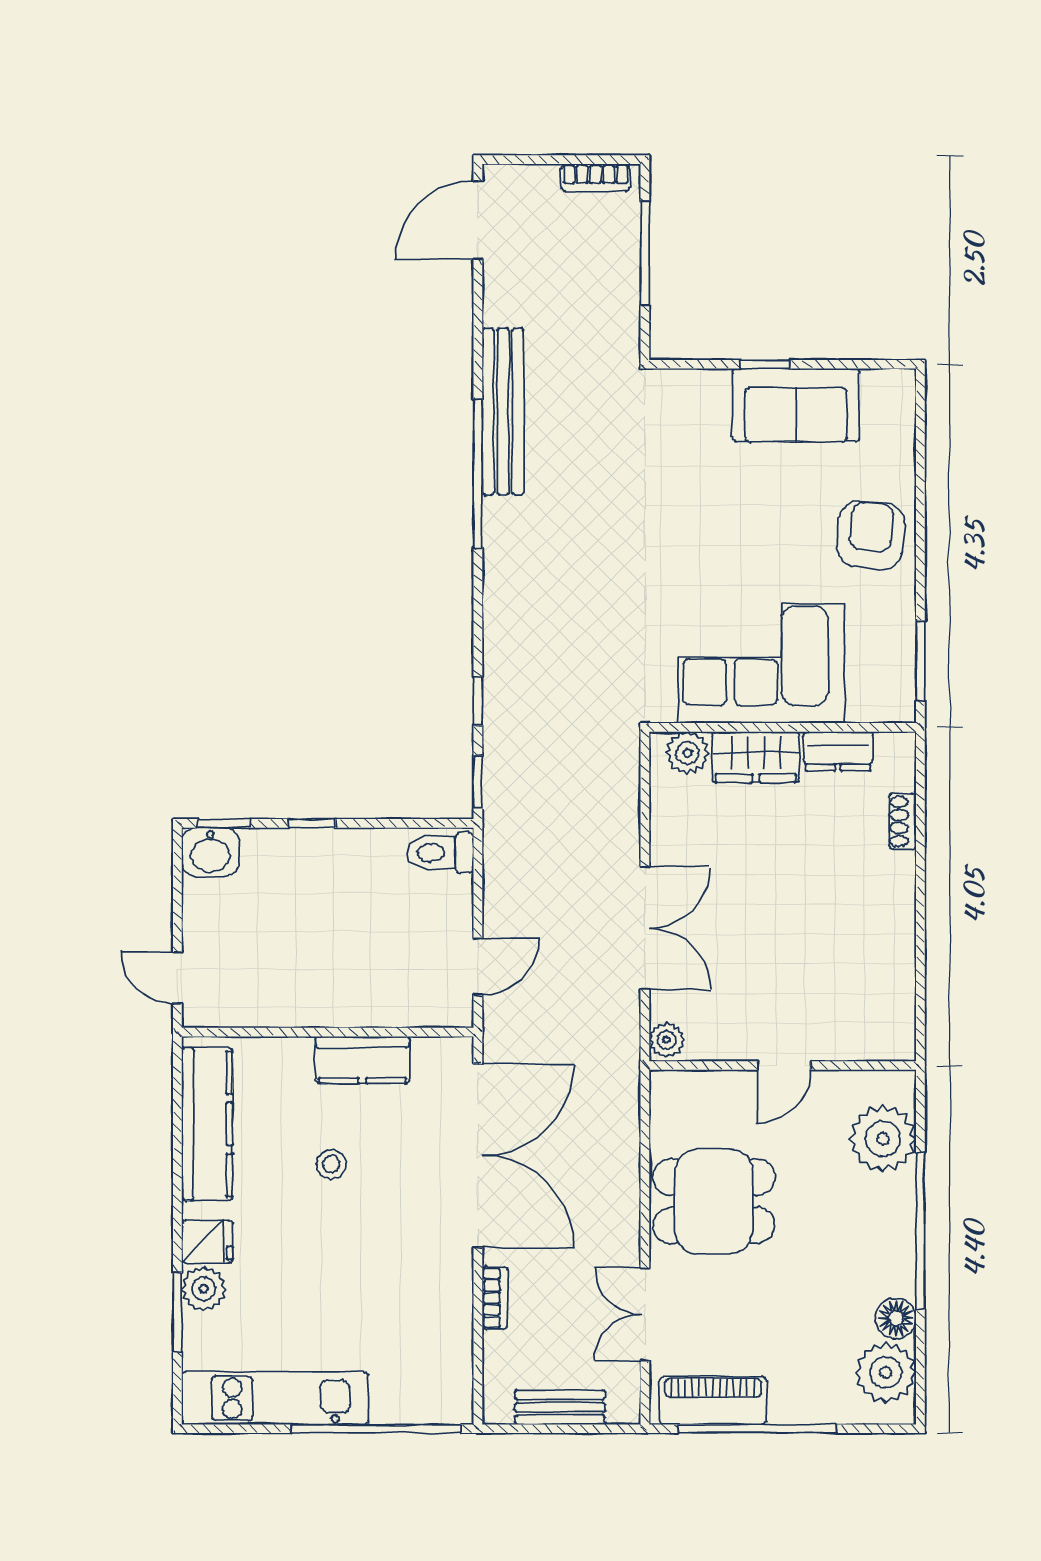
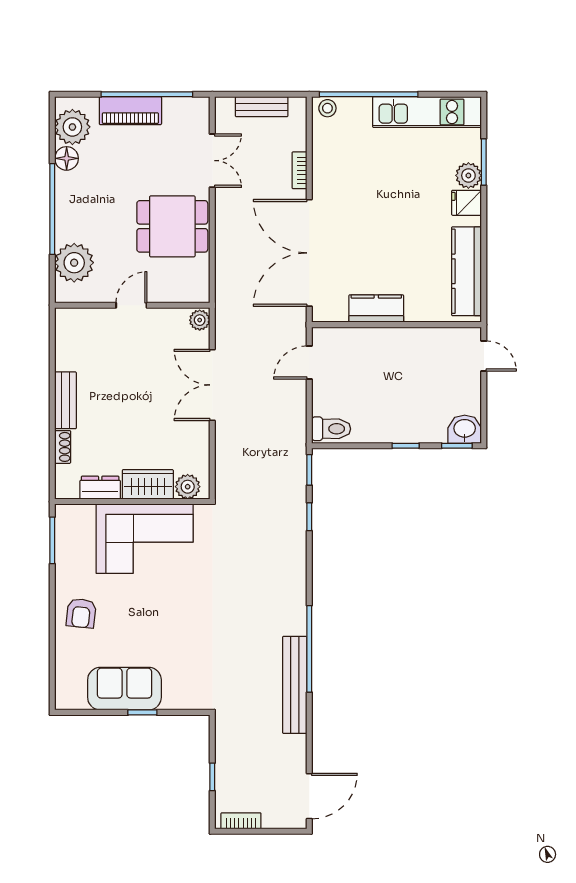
window: (645, 253) -> (212, 777), width x0.46
armchair: (871, 535) -> (81, 613), width x0.72, depth x0.72
bench: (898, 902) -> (66, 400), added
stool: (331, 1164) -> (327, 108), moved
piano: (713, 1401) -> (130, 111), moved

